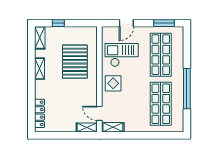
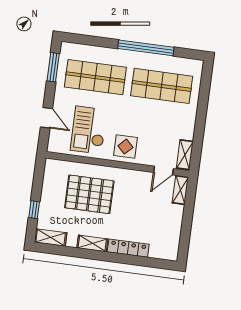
locker: (39, 113) -> (128, 248), moved

